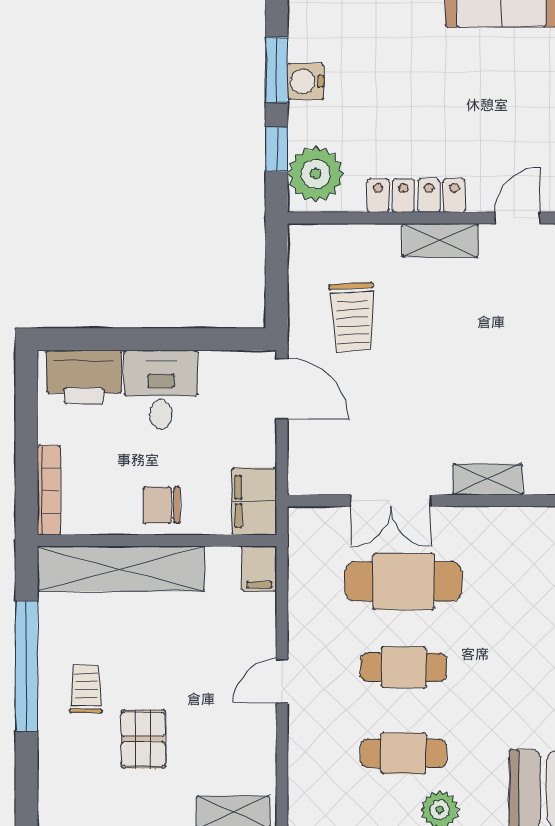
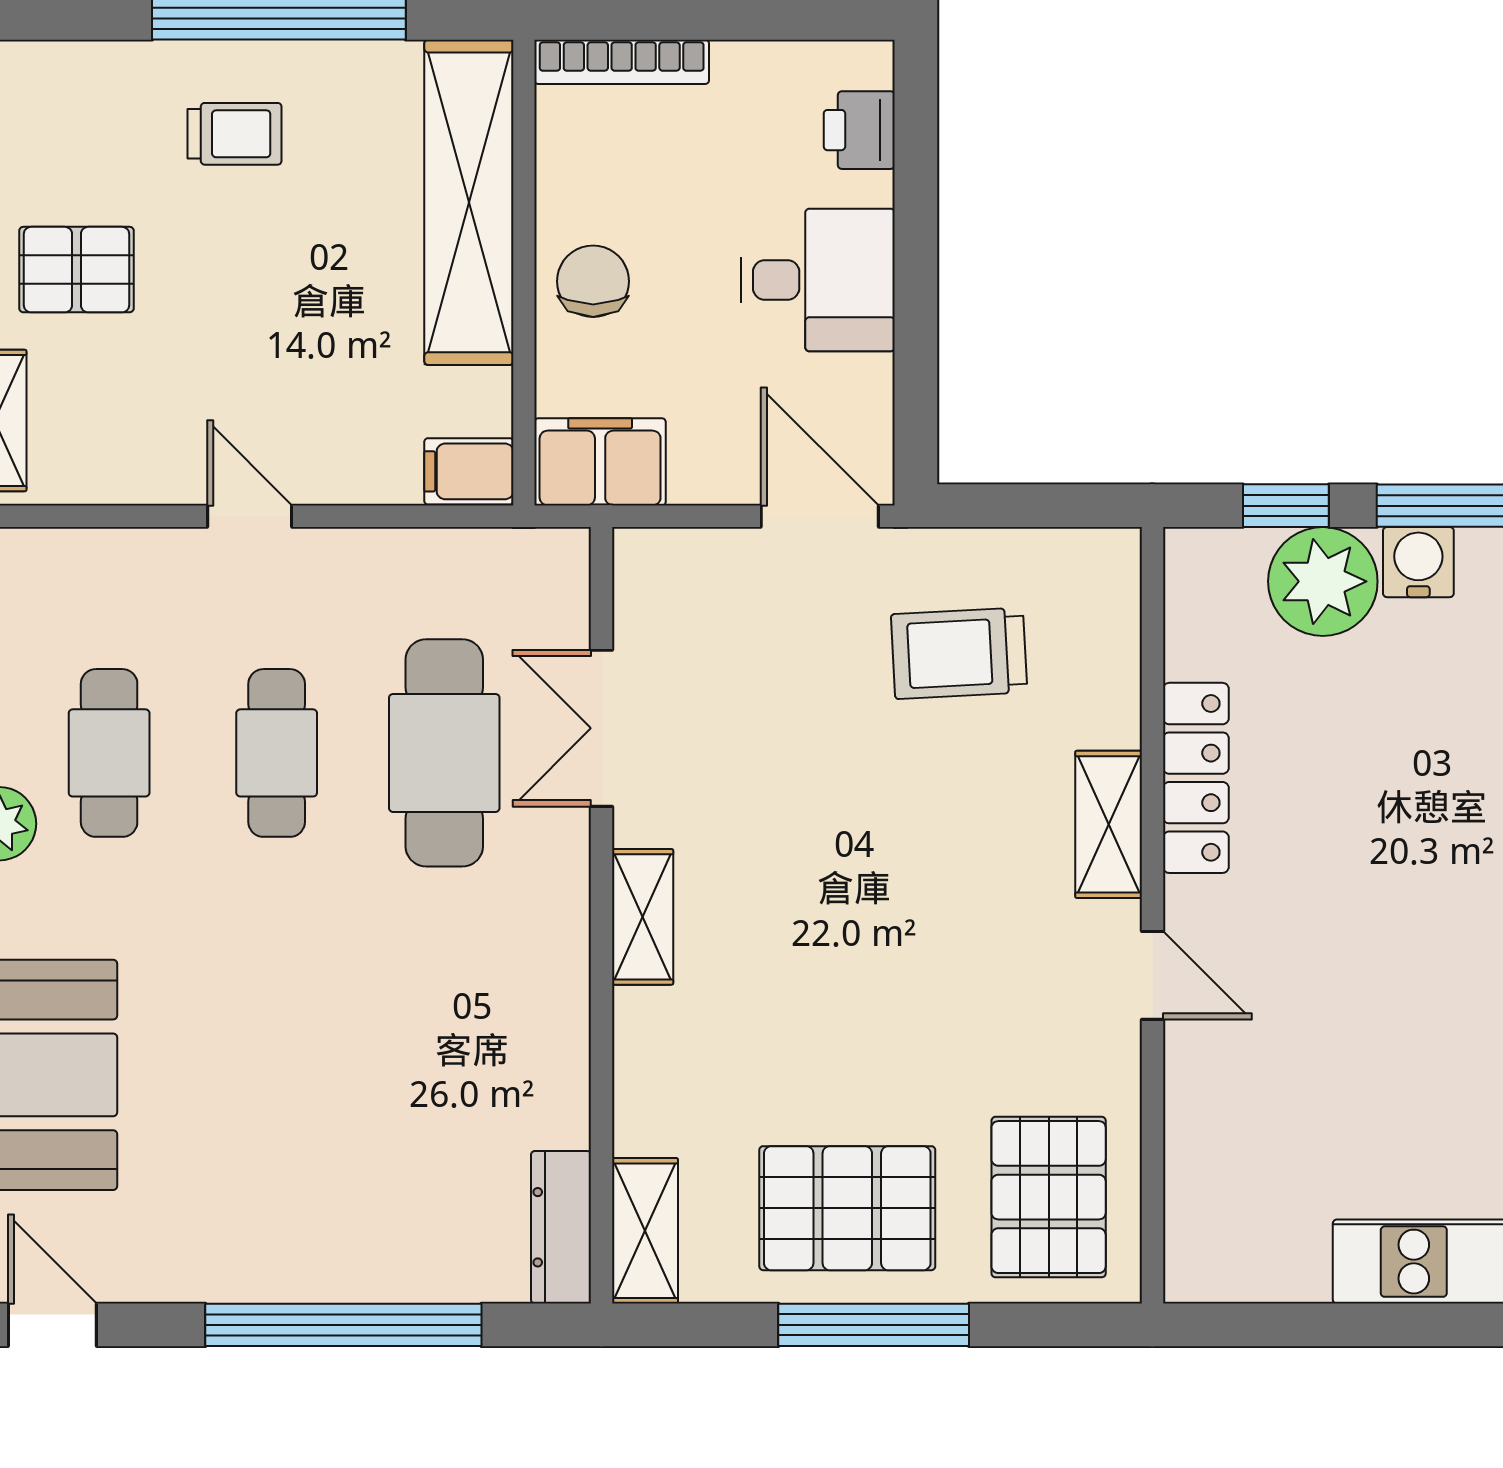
plant: (316, 174) -> (1323, 581), moved
printer: (84, 377) -> (859, 130), width x0.53, depth x0.68
door: (282, 389) -> (820, 516), swing flipped
pallet: (143, 739) -> (76, 270), moved

